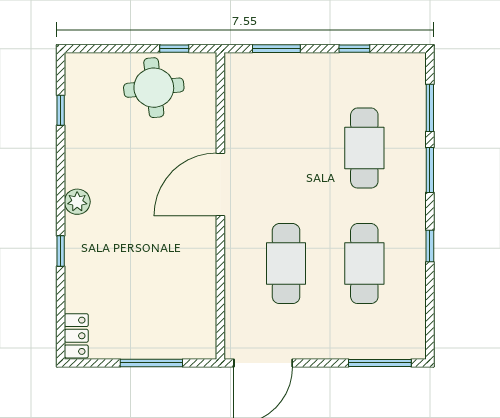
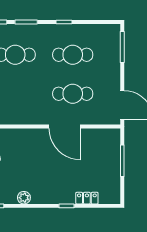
door: (220, 184) -> (65, 126), moved
plant: (77, 202) -> (24, 198), moved
locker: (76, 336) -> (87, 198), moved

